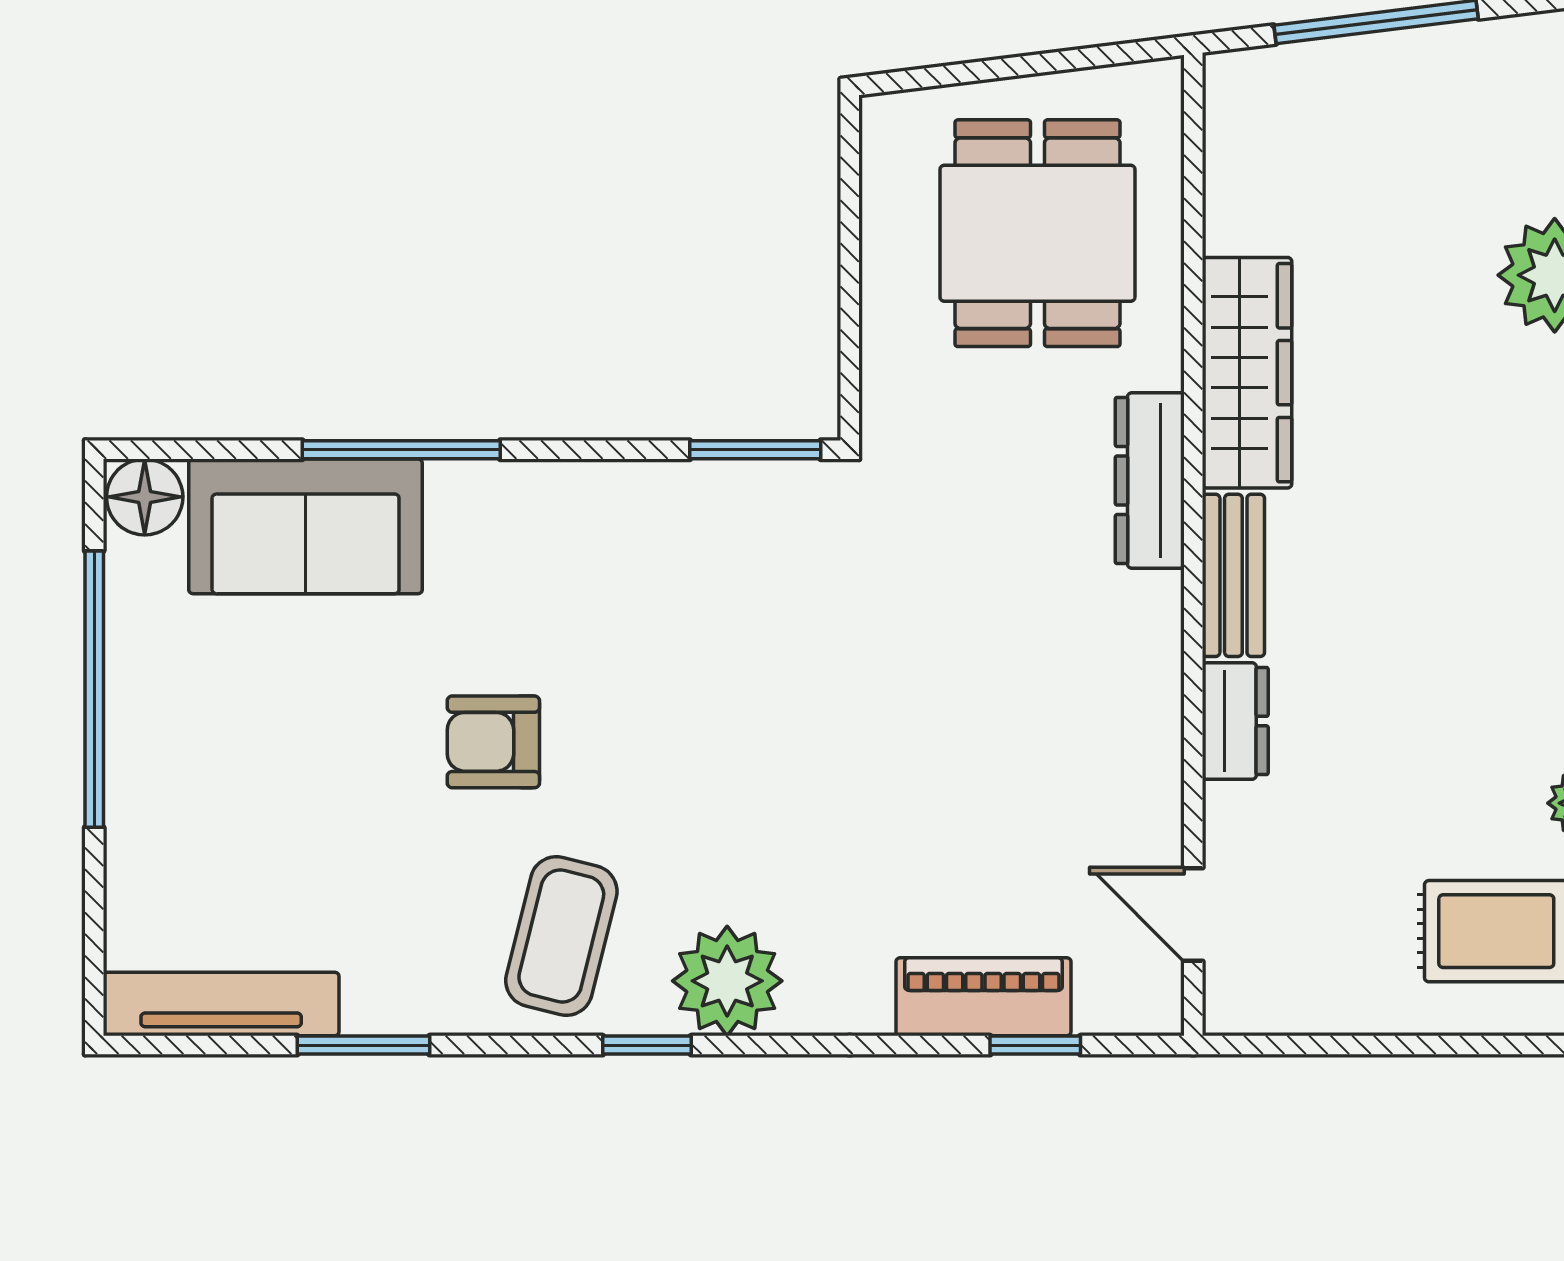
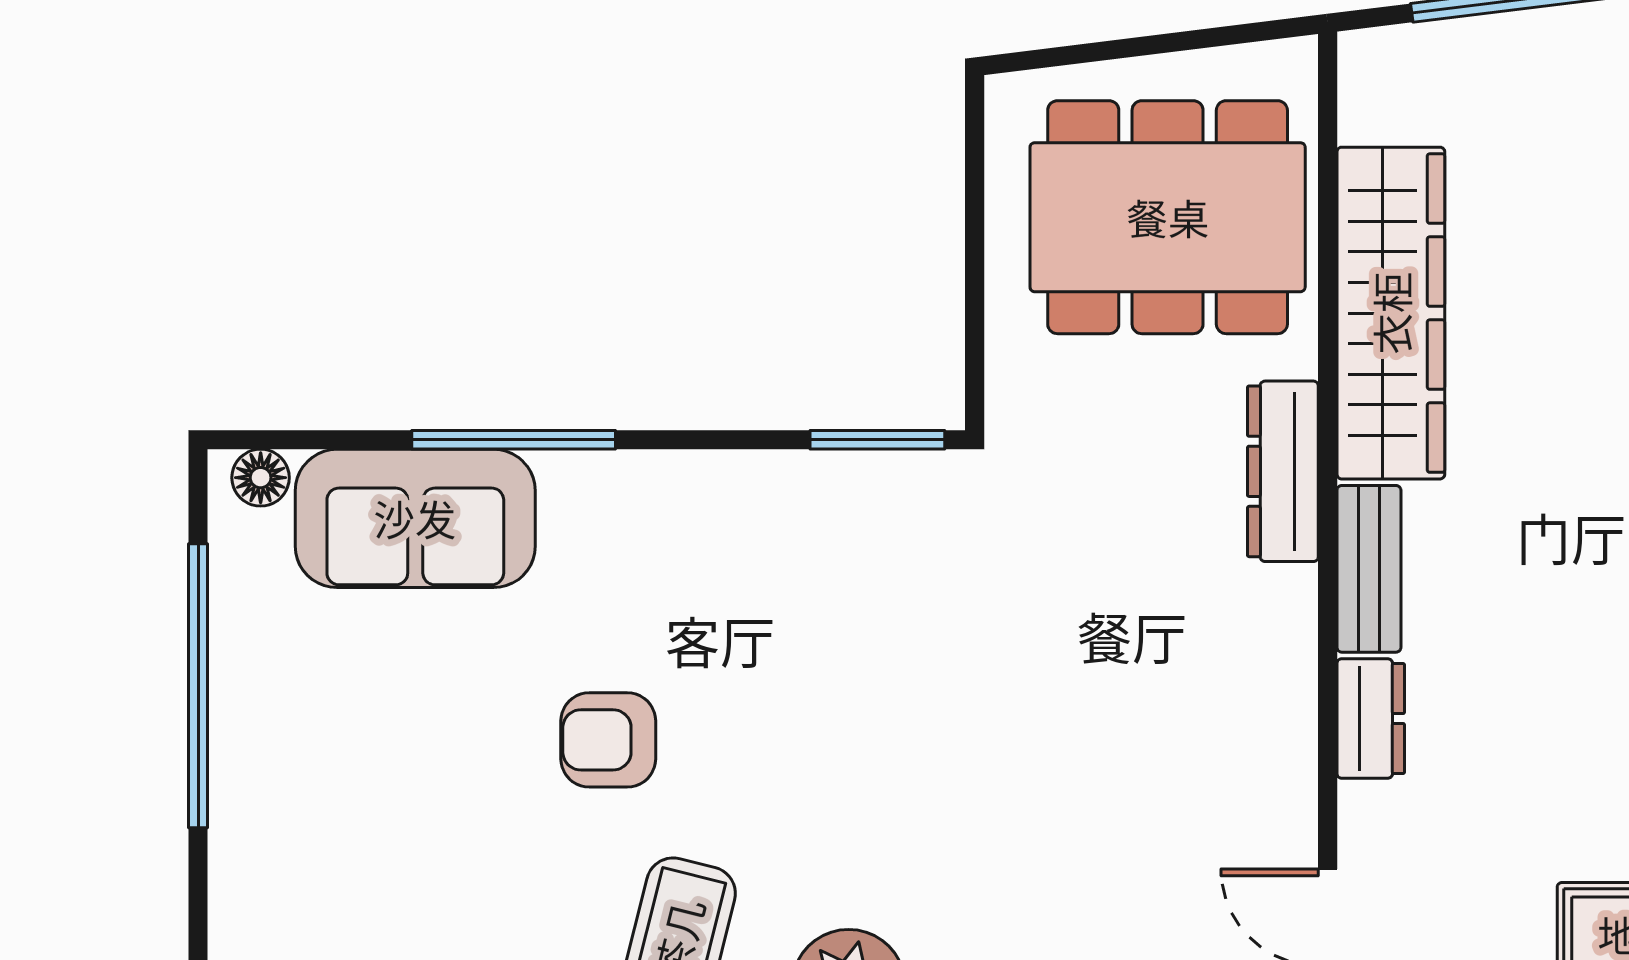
dining table: (1037, 233) -> (1168, 217), width x1.38
wardrobe: (1247, 373) -> (1391, 313), width x1.40, depth x1.17
floor lamp: (145, 497) -> (261, 478), width x0.73, depth x0.73

